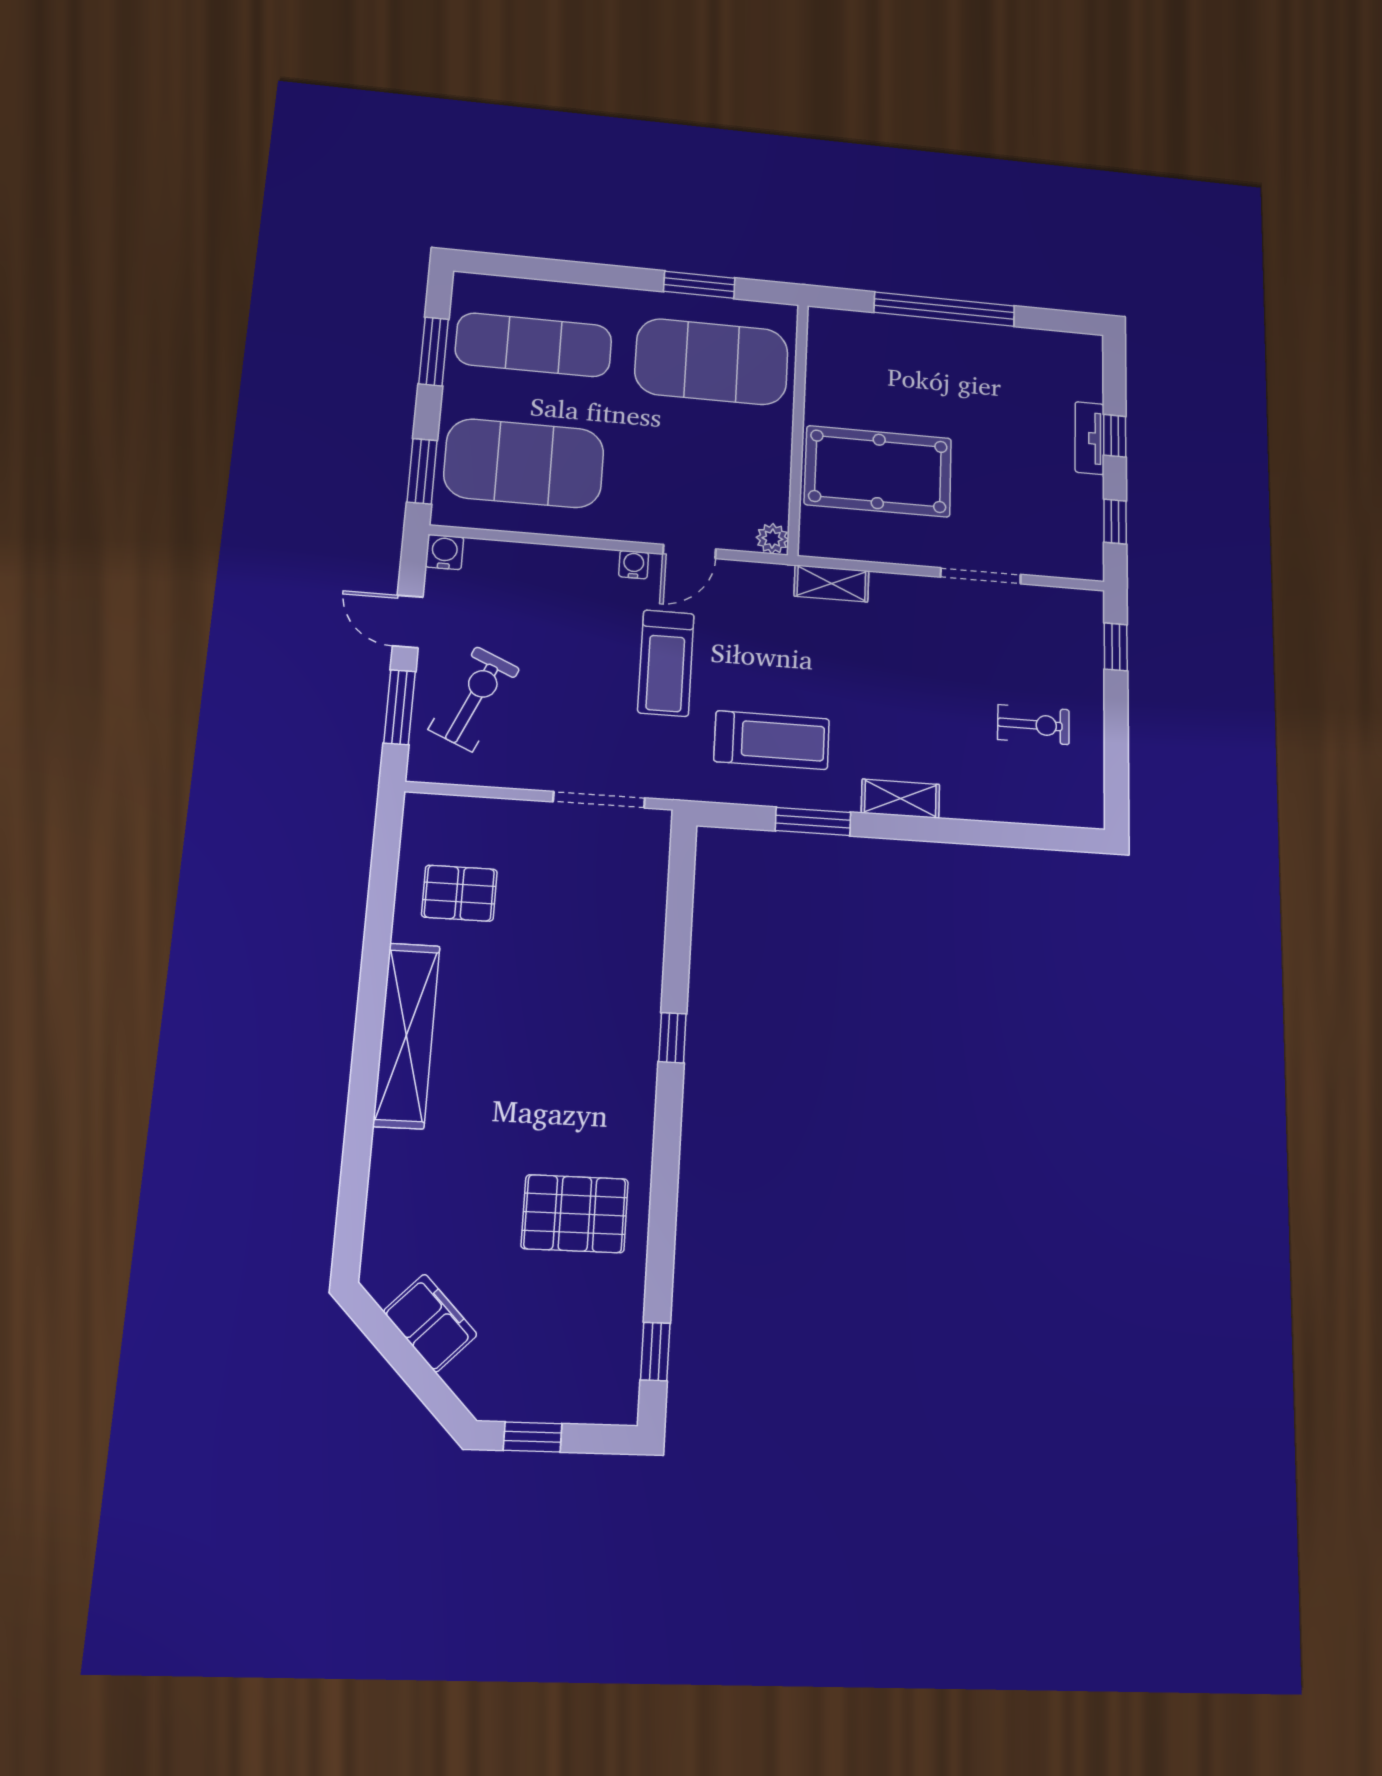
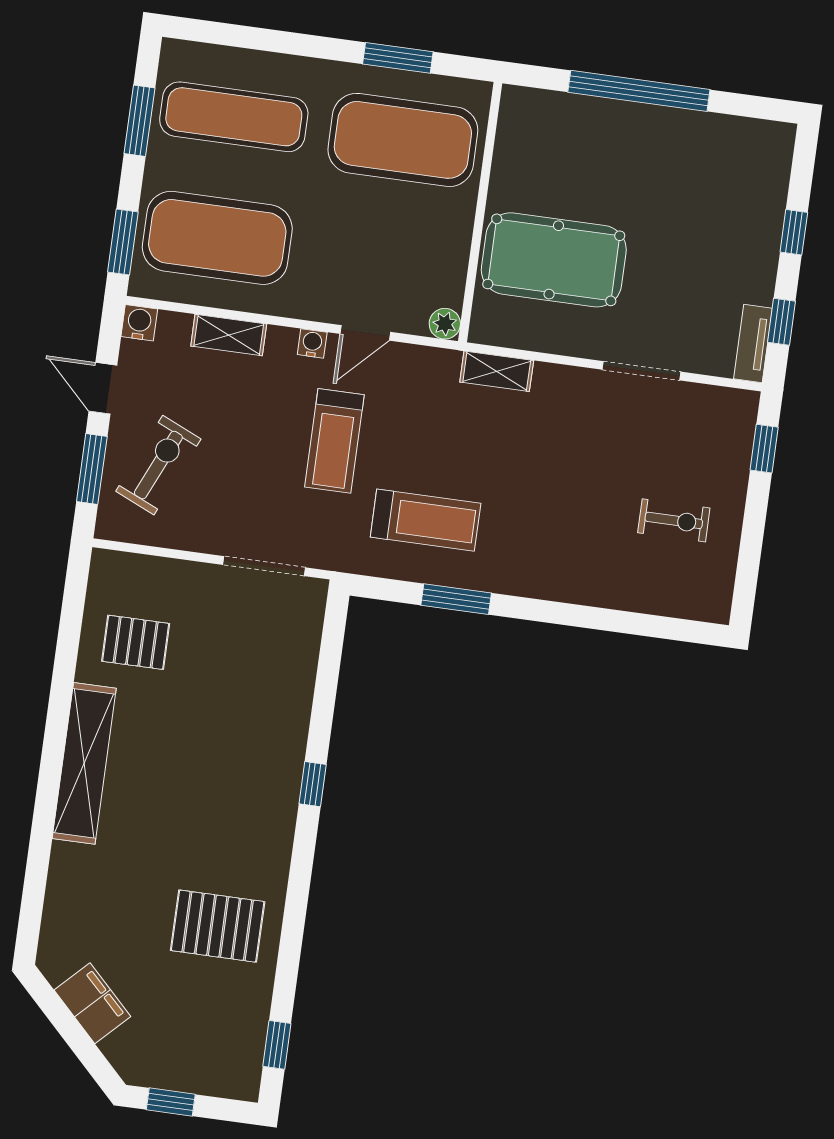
tv unit: (1090, 438) -> (753, 344), moved
shelving: (900, 799) -> (229, 335), moved

